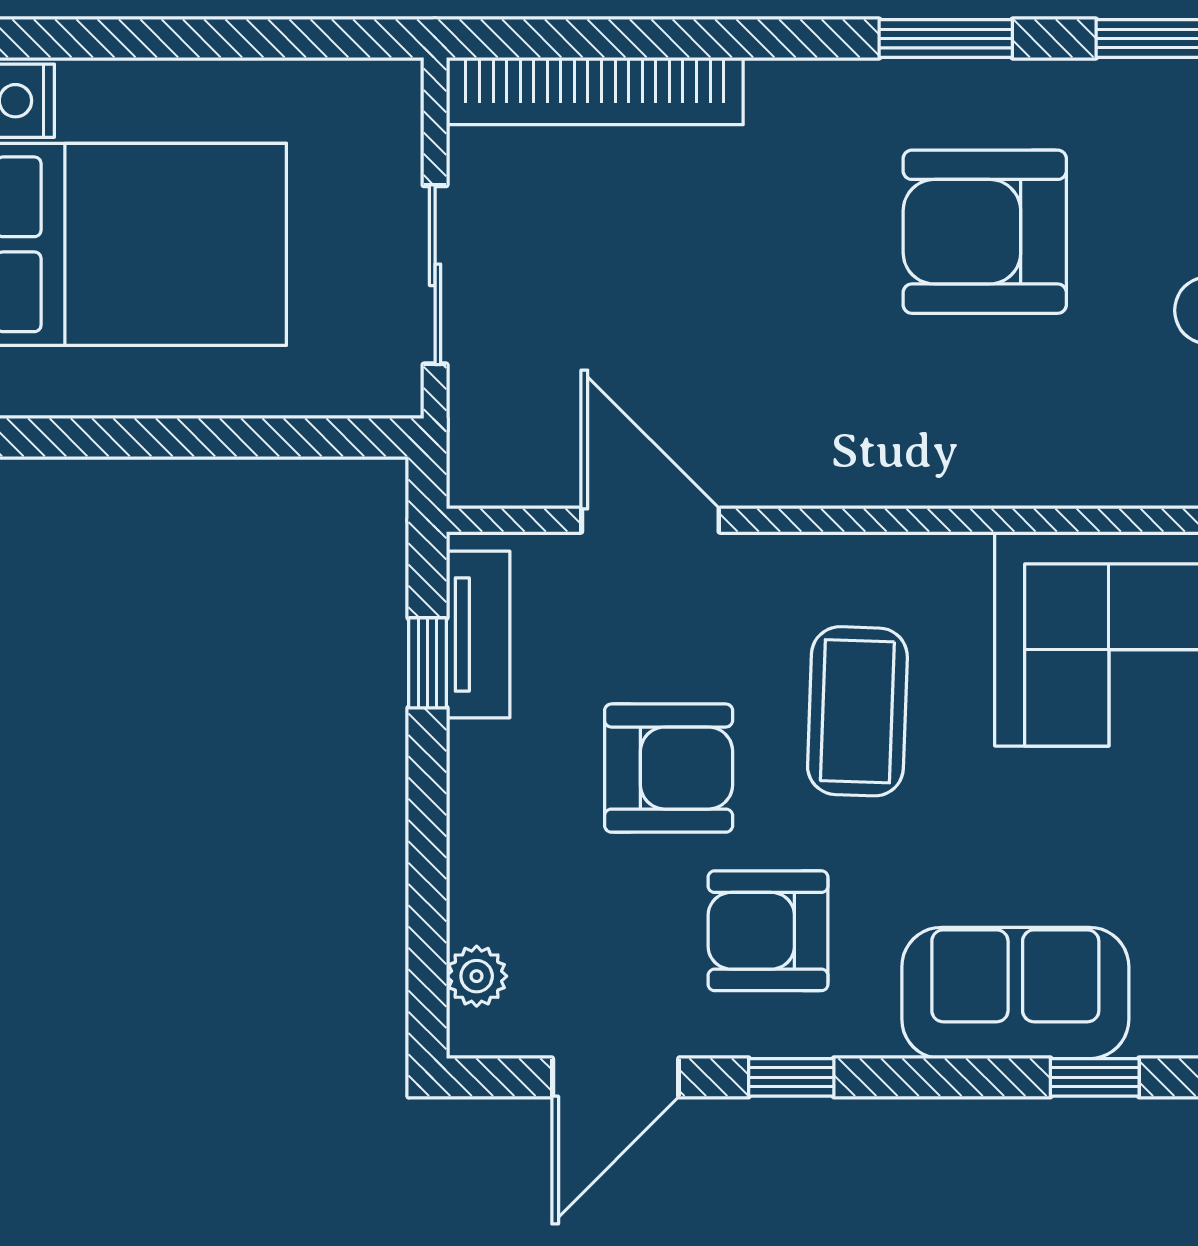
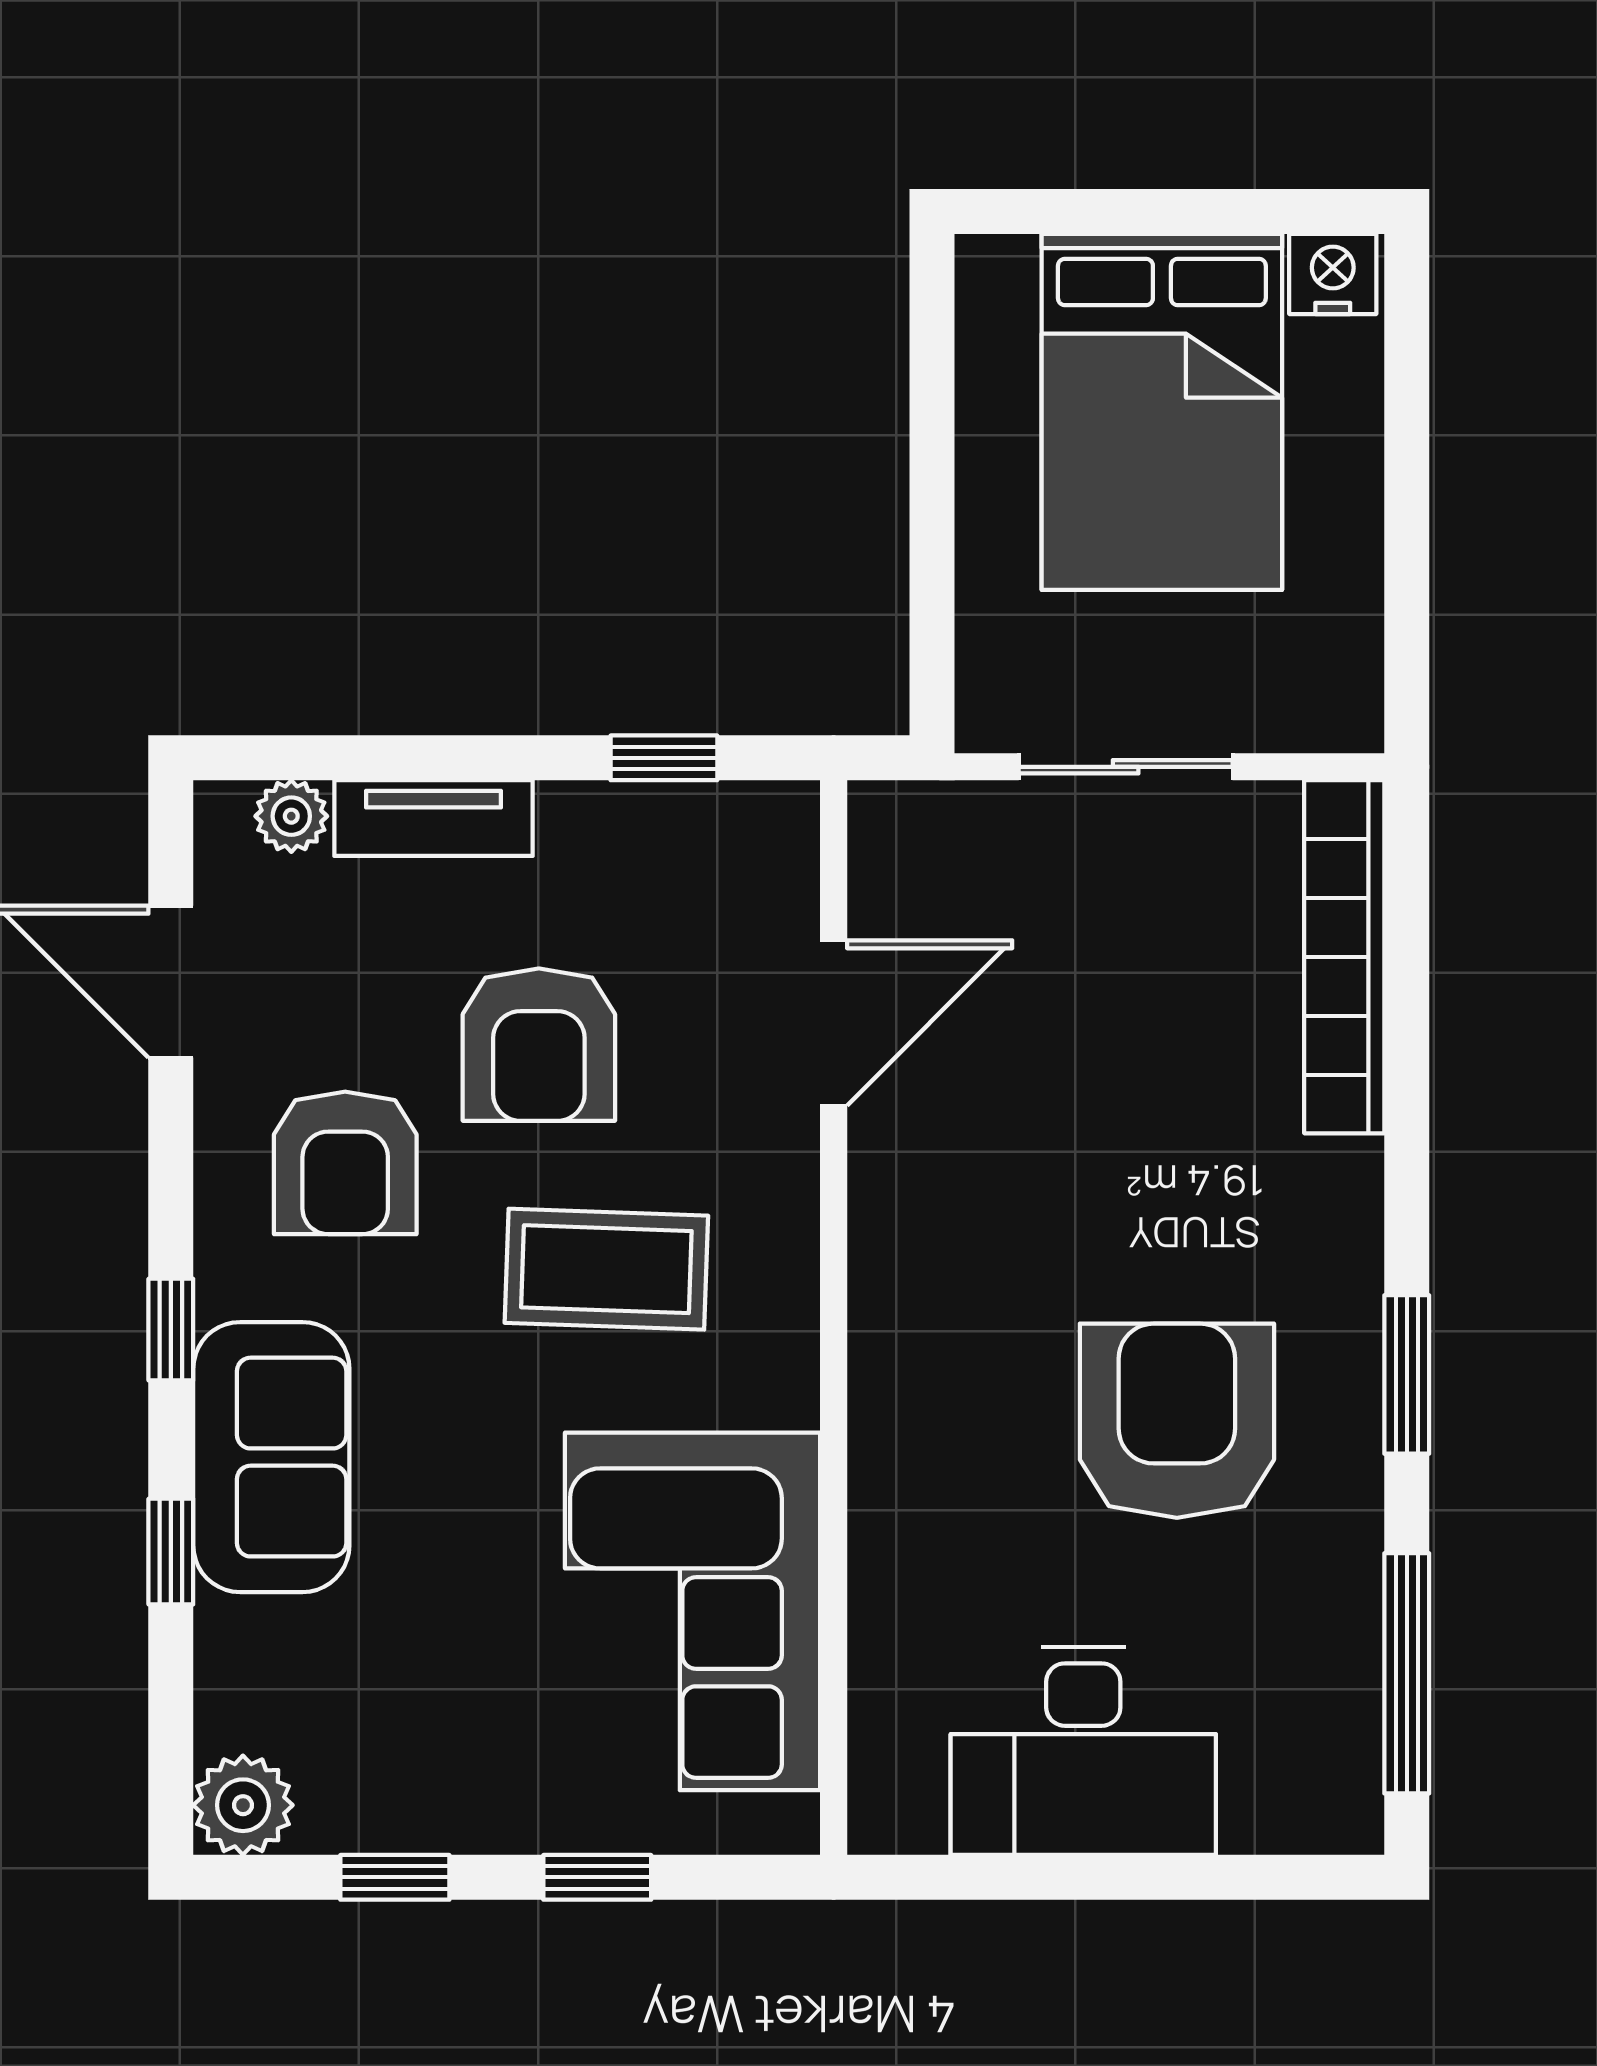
tv unit: (478, 635) -> (434, 818), moved
armchair: (768, 931) -> (345, 1163), turned 180
window: (791, 1077) -> (171, 1330), moved

